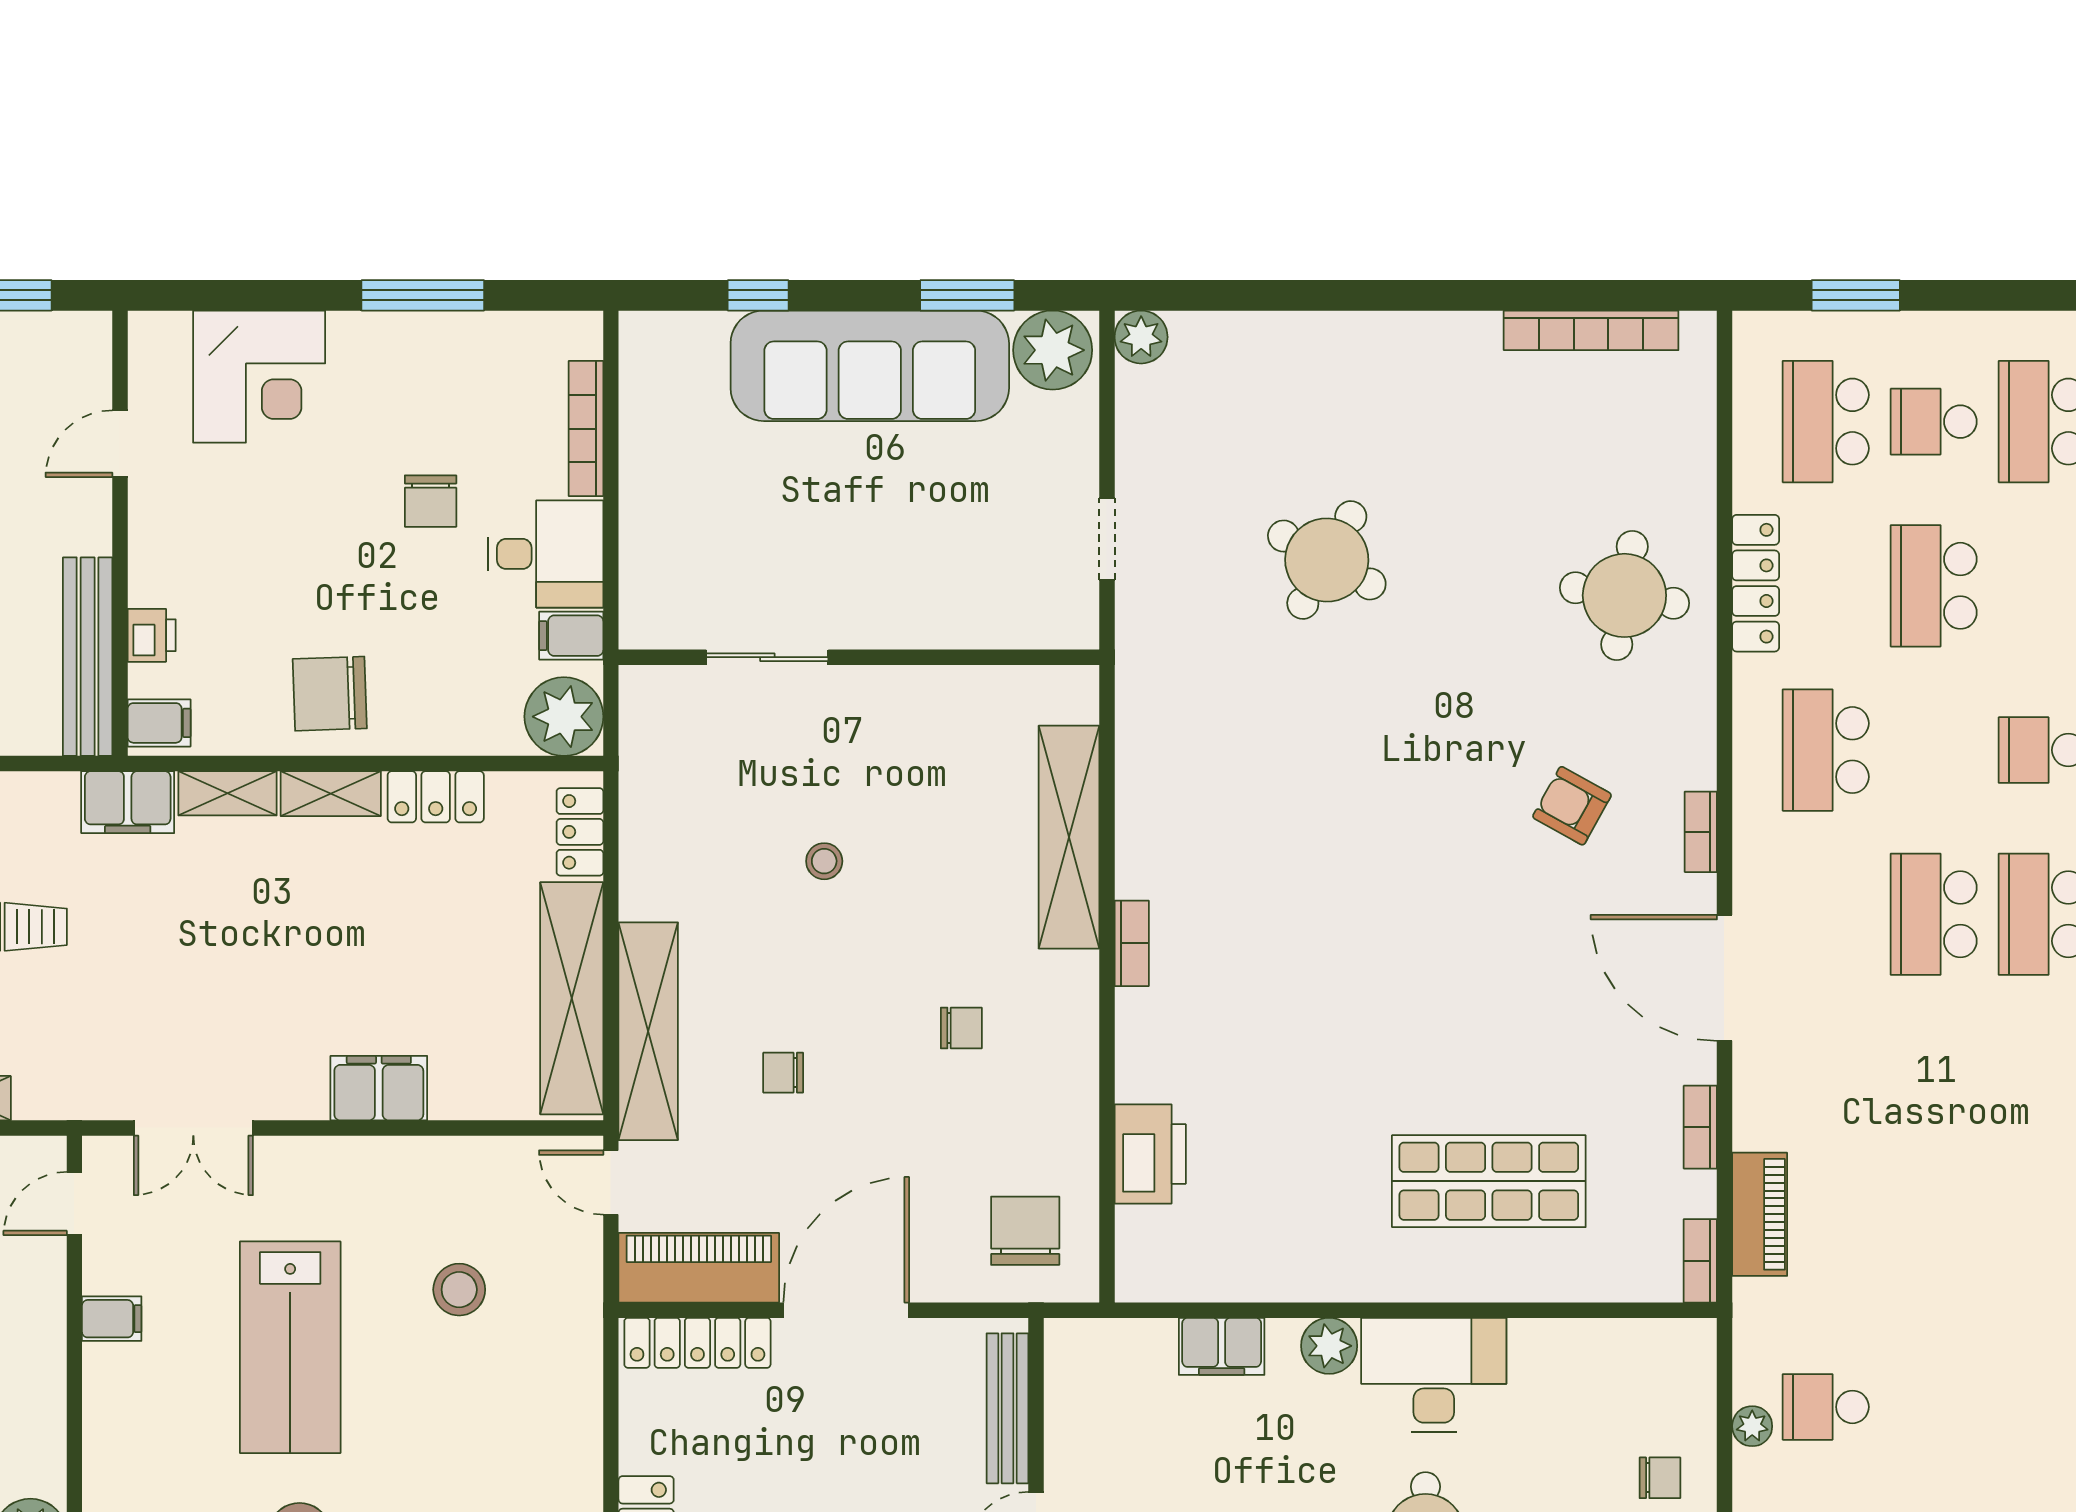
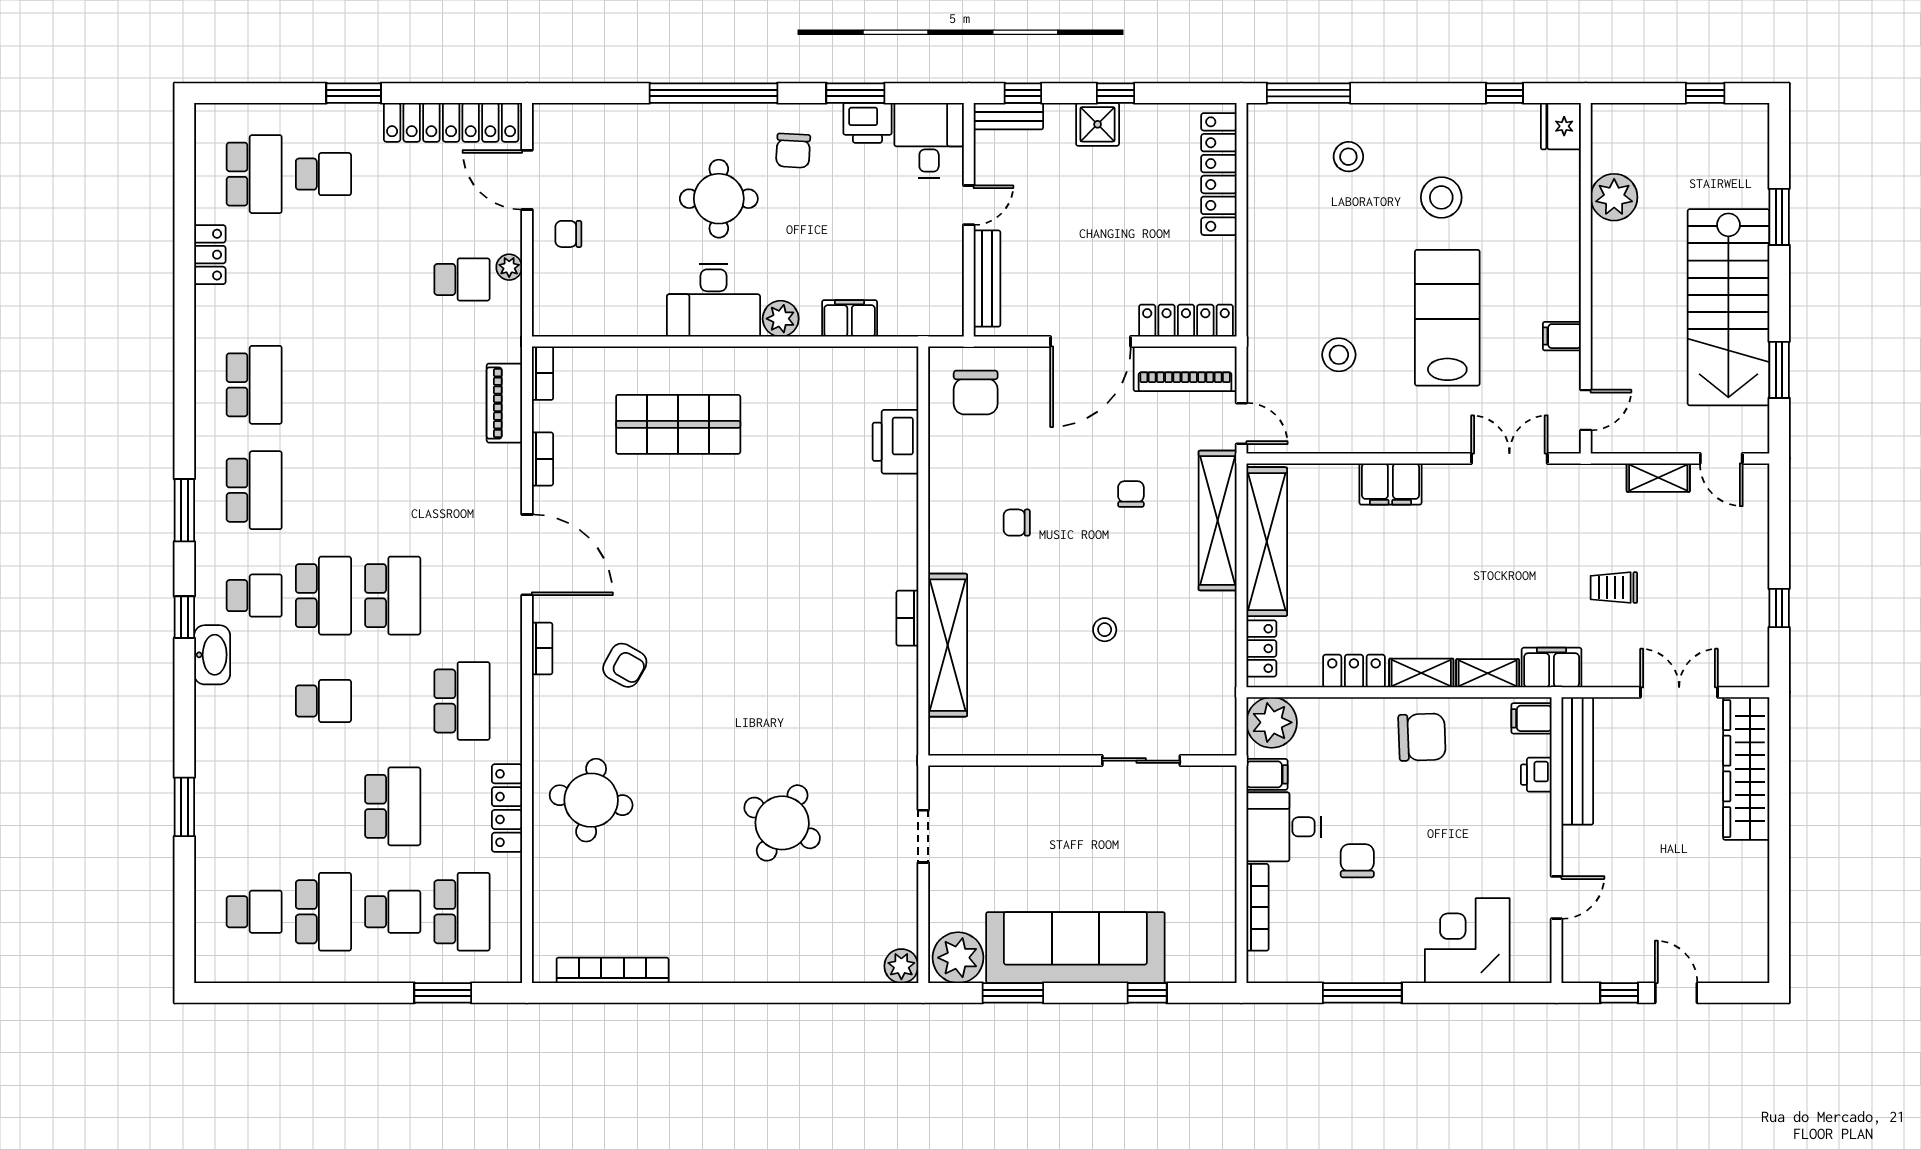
bookcase: (1132, 943) -> (907, 618), moved
chair: (783, 1073) -> (1131, 494), turned -90

